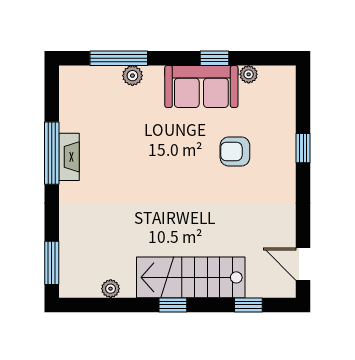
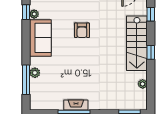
window: (214, 58) -> (26, 12), moved
armchair: (235, 151) -> (82, 30), moved

